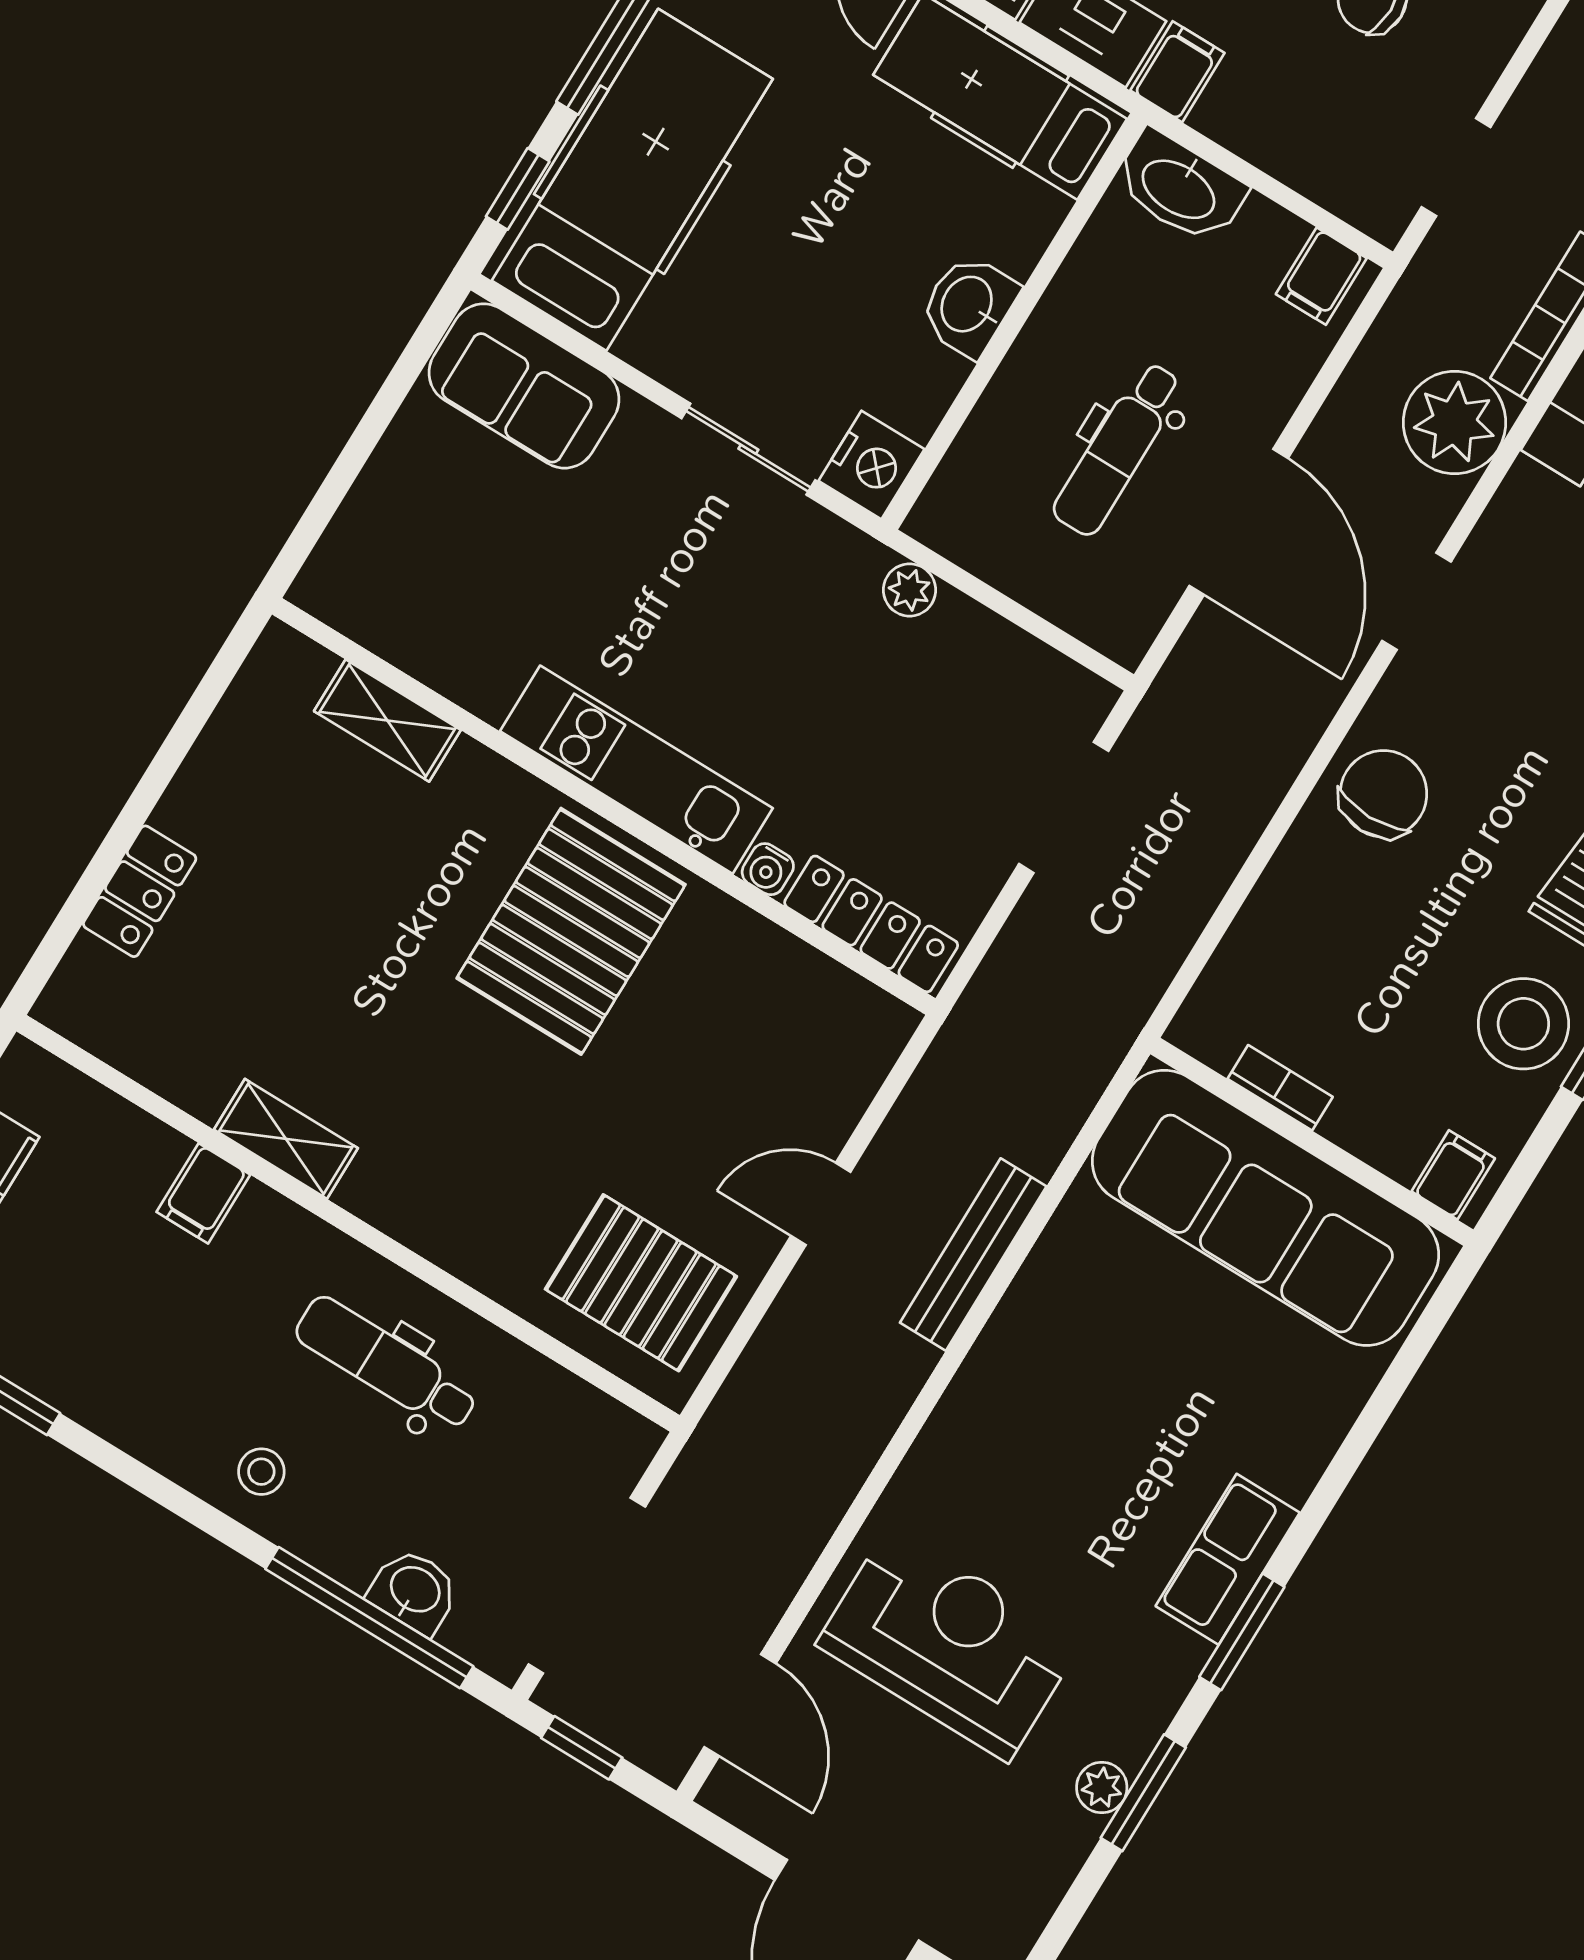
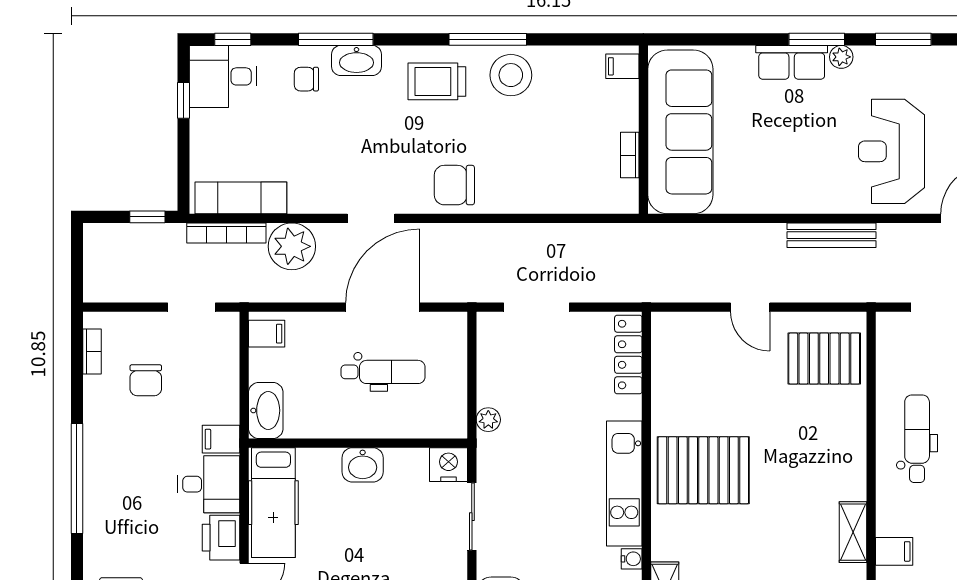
water cooler: (768, 869) -> (632, 559), moved
bookcase: (1280, 1088) -> (630, 155), moved
wall: (1312, 1142) -> (643, 130), moved
filing cabinet: (1453, 1175) -> (622, 66), moved
sofa: (1265, 1208) -> (680, 132), moved
bench: (973, 1255) -> (831, 235), moved
pallet: (641, 1283) -> (824, 359), turned 90
dental chair: (386, 1364) -> (917, 439), turned 180
plant: (1102, 1787) -> (841, 57), moved

